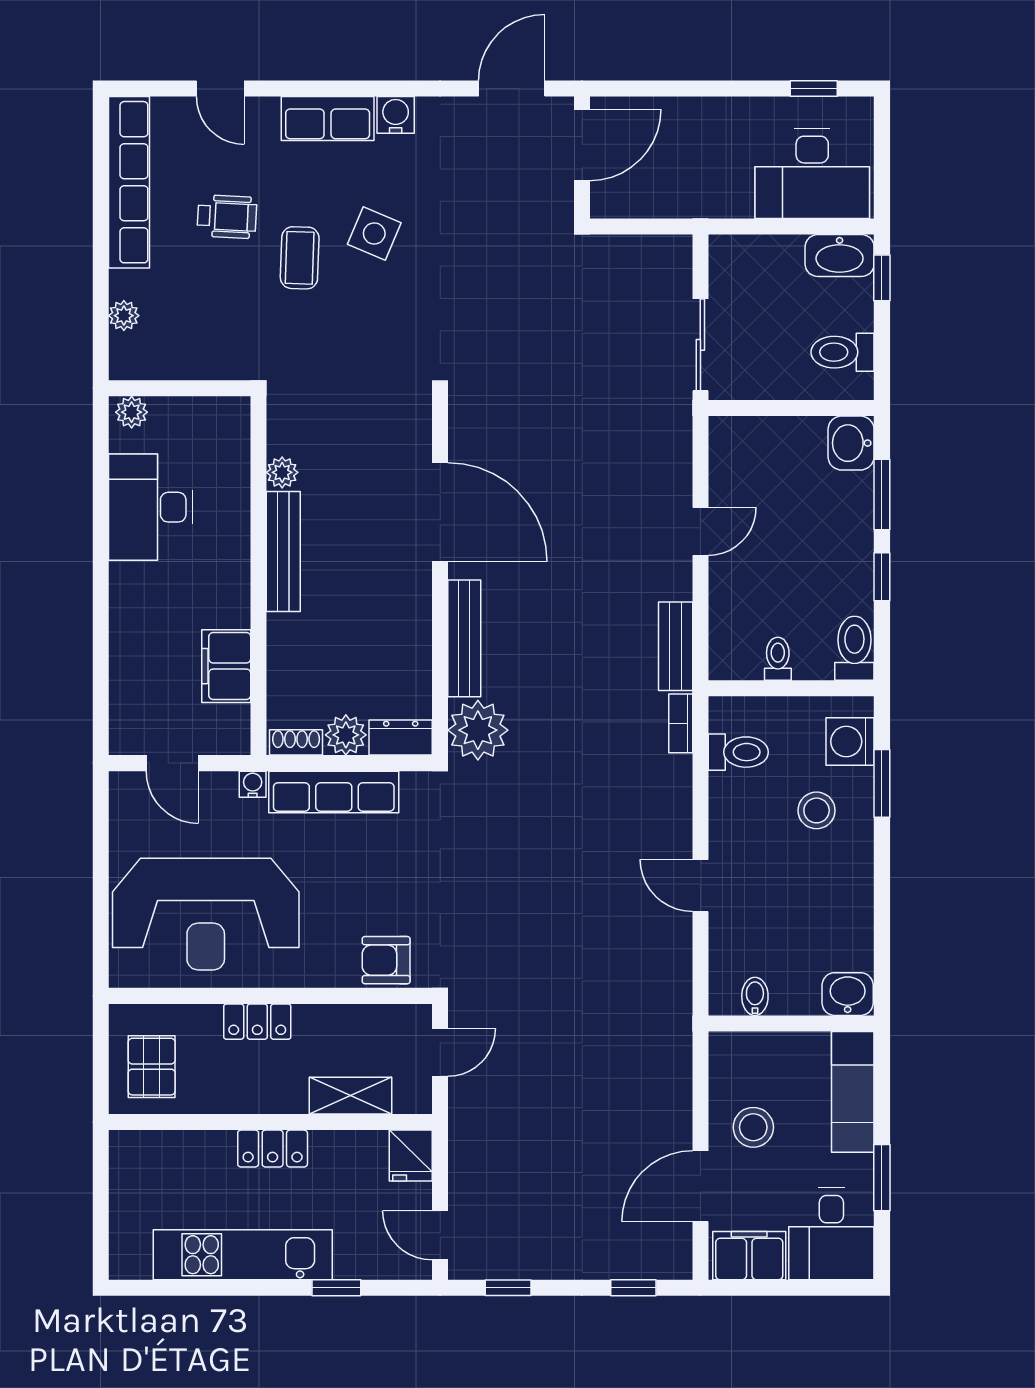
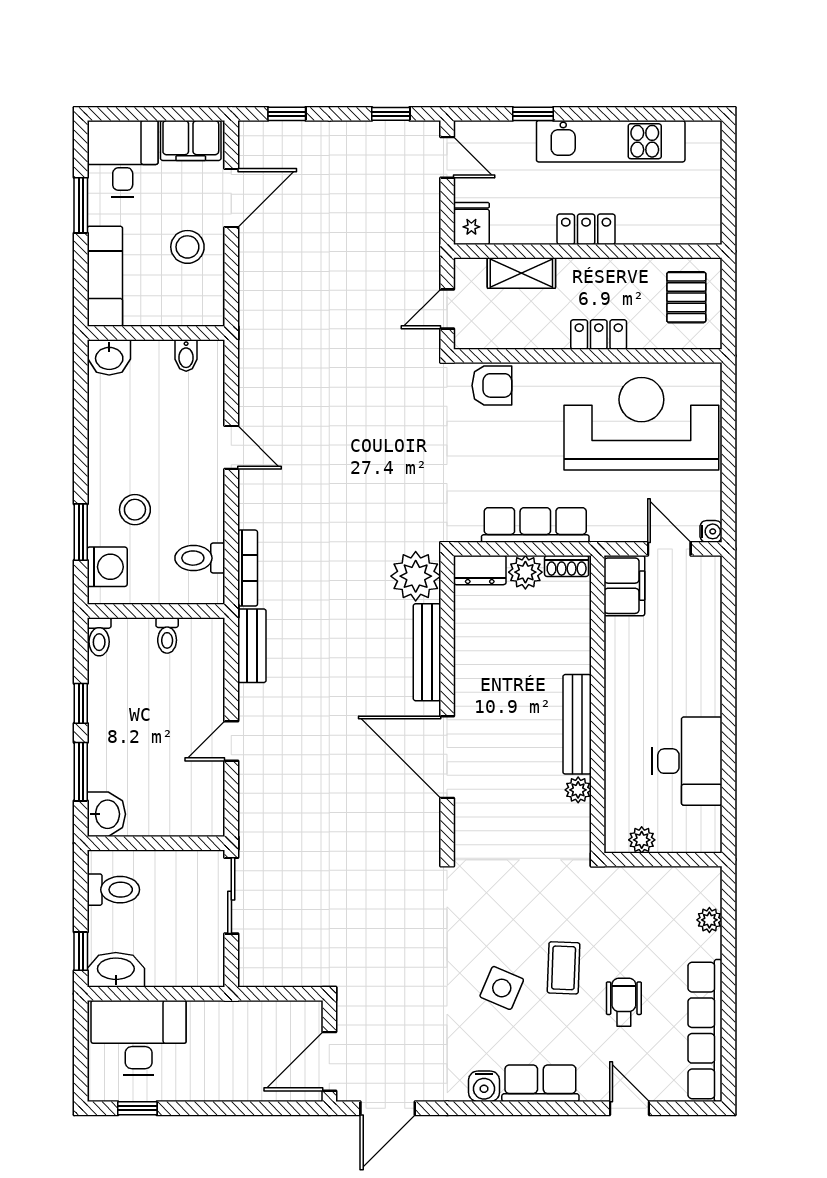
wheelchair: (227, 217) -> (624, 1002), turned 87
plant: (132, 412) -> (642, 840), moved
toilet: (854, 648) -> (99, 637), width x0.73, depth x0.72
filing cabinet: (226, 666) -> (624, 586), moved
bookcase: (681, 723) -> (248, 568), width x1.56
water cooler: (253, 784) -> (711, 531), moved, turned -90

